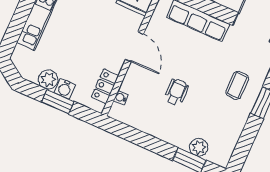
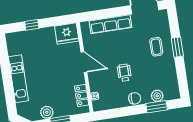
water cooler: (65, 89) -> (60, 111), removed
chair: (169, 132) -> (135, 98), added

